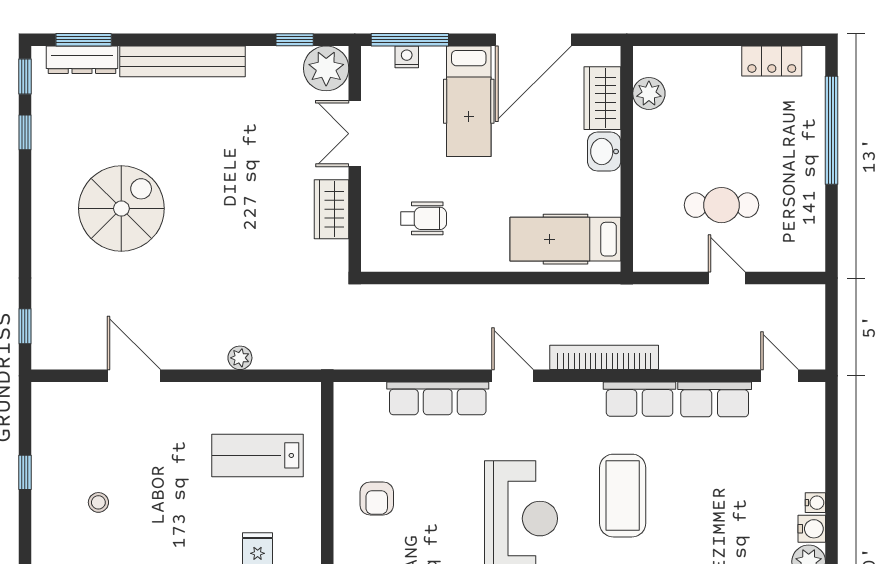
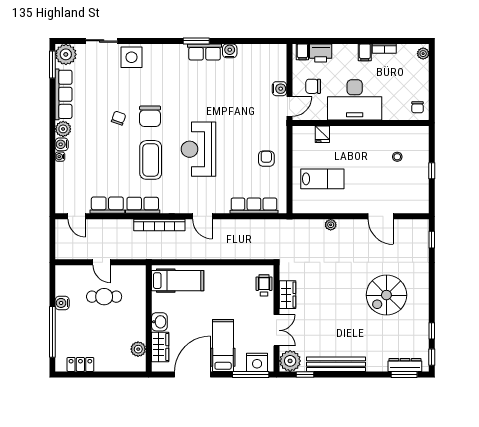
nightstand: (407, 57) -> (257, 362), width x1.89, depth x1.79
bench: (183, 61) -> (336, 364), moved
water cooler: (811, 192) -> (62, 303), added
wheelchair: (424, 218) -> (264, 285), moved, turned 90
row of seats: (438, 398) -> (254, 206), moved

